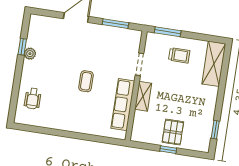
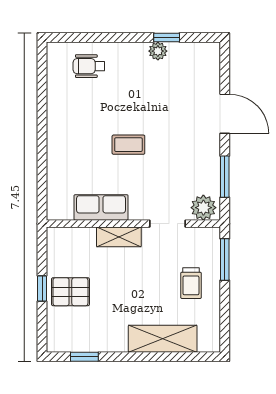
plant: (133, 40) -> (203, 208), added
shelving: (214, 64) -> (163, 339), moved
row of seats: (123, 105) -> (101, 207), width x0.68

